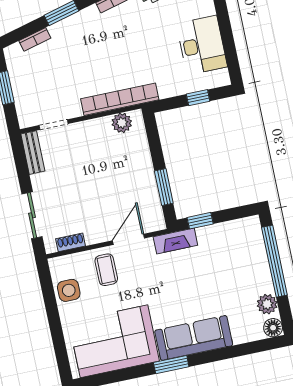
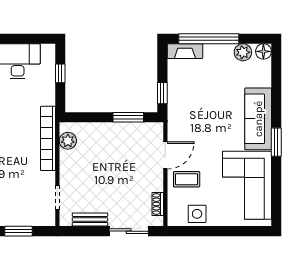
bench: (33, 153) -> (90, 220), moved
door: (129, 239) -> (165, 155), swing flipped
fireplace: (175, 241) -> (185, 51), moved, turned 90

